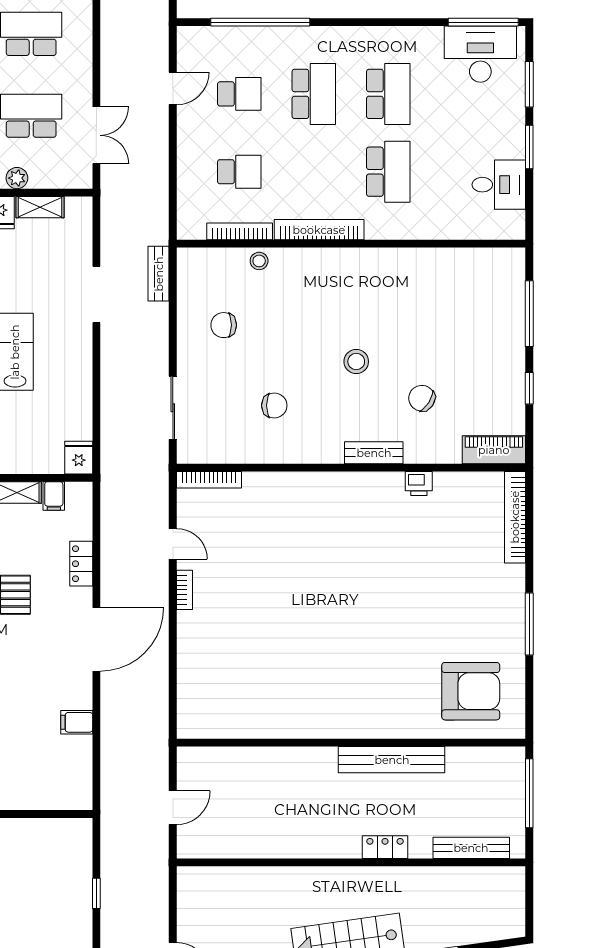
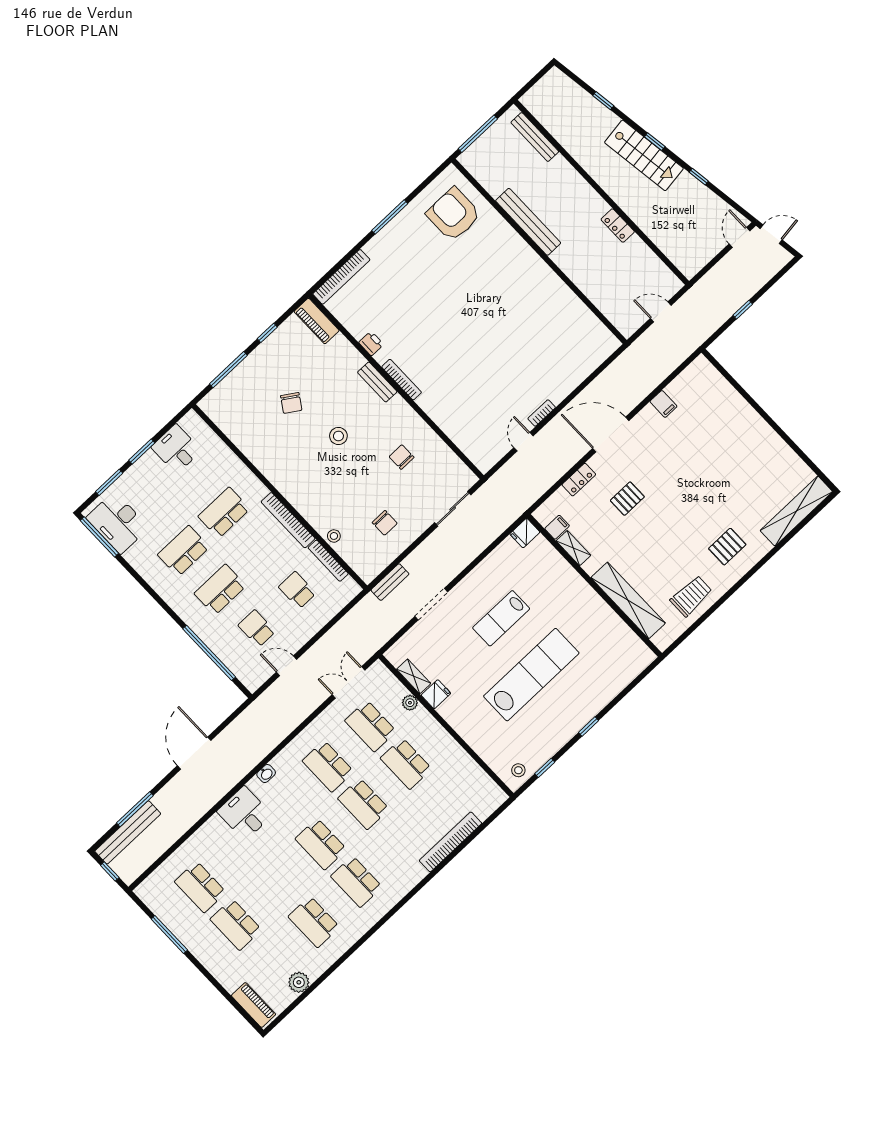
chair: (422, 398) -> (291, 403), moved
bookcase: (209, 480) -> (402, 380), moved
locker: (385, 847) -> (618, 226), moved

